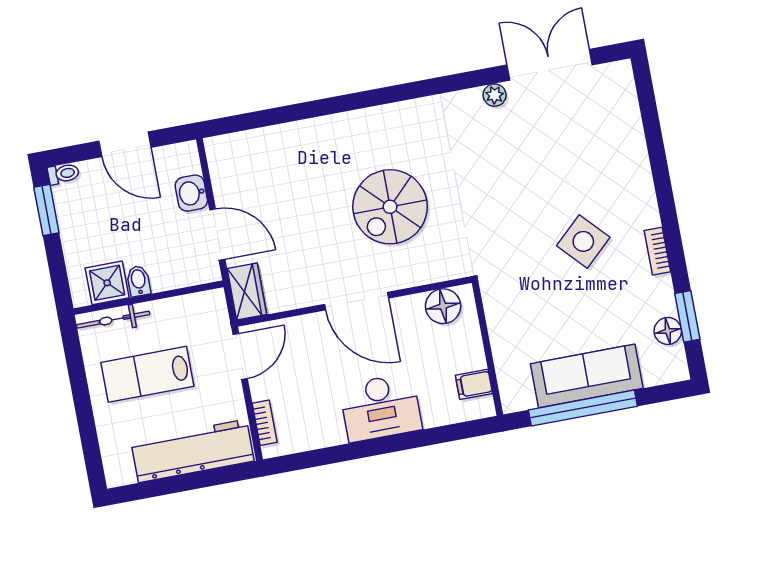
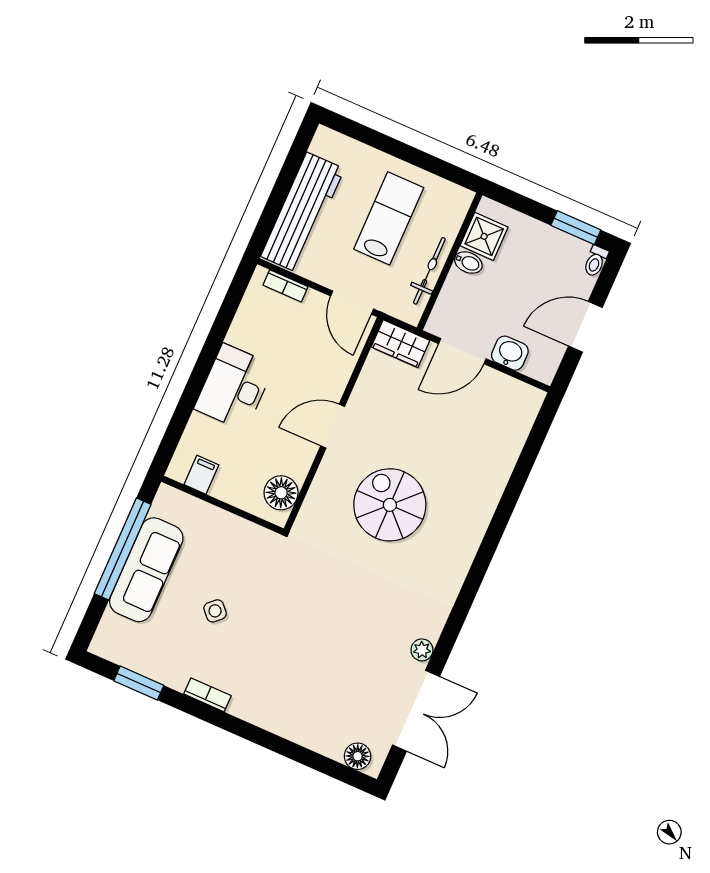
side table: (583, 241) -> (215, 611), moved, width x0.54, depth x0.54
door: (356, 301) -> (333, 426), width x0.73
bicycle: (113, 320) -> (429, 271), moved
floor lamp: (668, 331) -> (358, 756), moved

